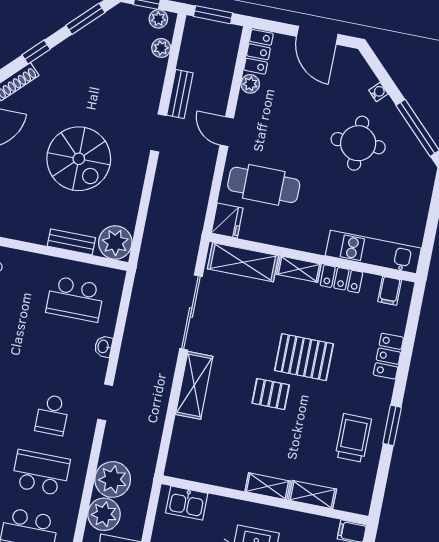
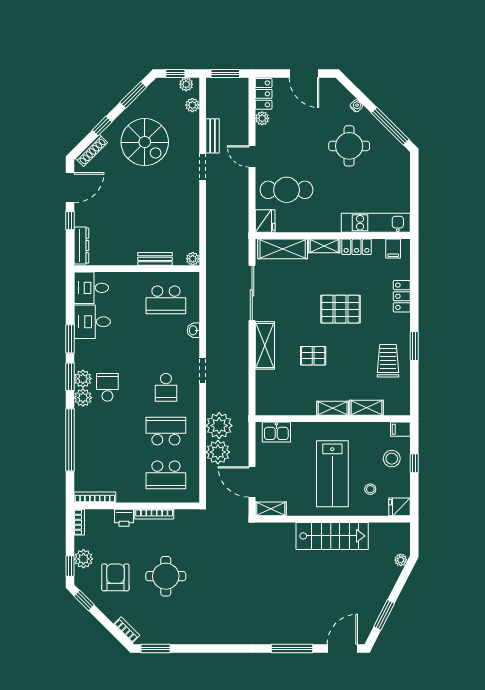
spiral stairs: (79, 159) -> (145, 142), moved
plant: (115, 242) -> (193, 259), width x0.53, depth x0.53
pallet: (271, 394) -> (313, 356), moved

